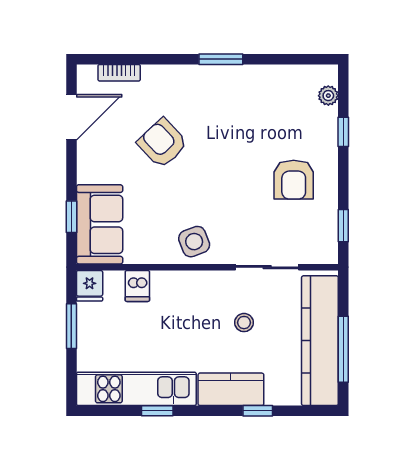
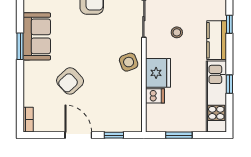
bookcase: (119, 73) -> (28, 120), moved
door: (71, 117) -> (78, 135), moved
sofa: (100, 224) -> (37, 36), moved, turned 90
fridge: (90, 286) -> (158, 73), moved, width x1.88, depth x1.34

